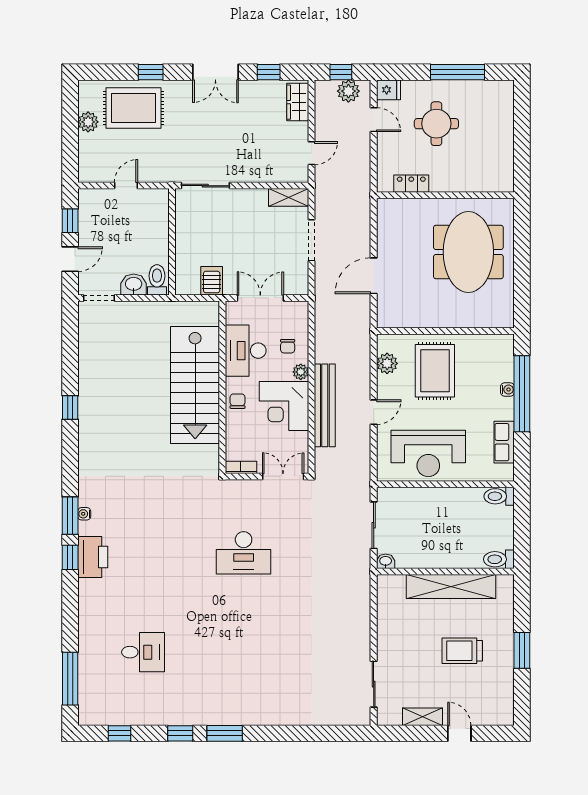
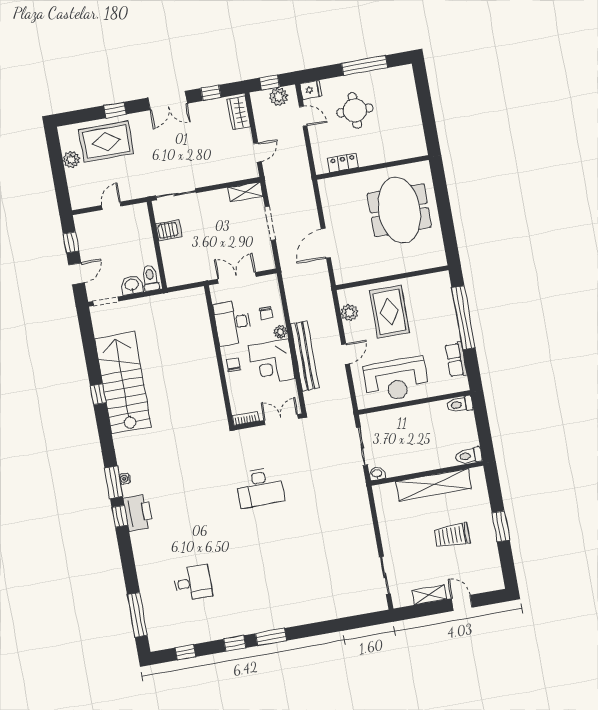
server rack: (212, 281) -> (169, 230), moved, turned 90
stairs: (195, 385) -> (123, 383), moved, turned 180
water cooler: (507, 389) -> (451, 316), removed

